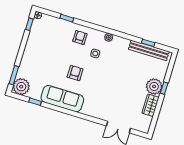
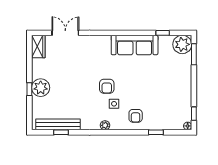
armchair: (75, 73) -> (107, 86), moved
wardrobe: (151, 105) -> (38, 47), moved

